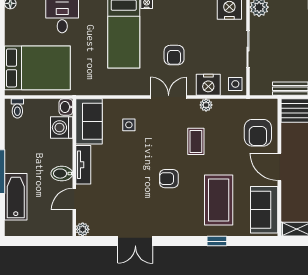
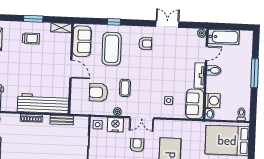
armchair: (258, 133) -> (98, 92), moved, turned -90
armchair: (169, 179) -> (145, 43), moved
bathtub: (16, 197) -> (224, 37), moved, turned -90

